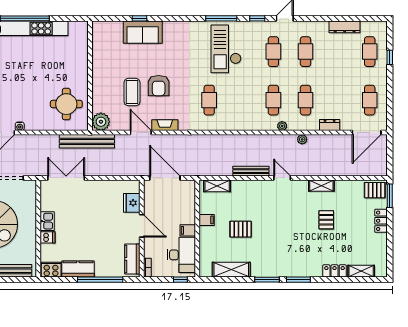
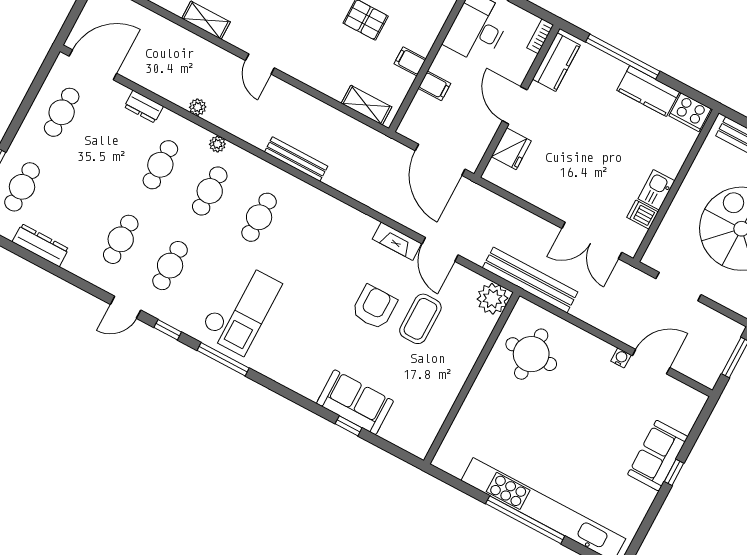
cafe table: (209, 100) -> (259, 217), moved
bench: (251, 171) -> (296, 159), moved
filing cabinet: (188, 230) -> (434, 86), moved
dishwasher: (48, 237) -> (642, 215), moved

